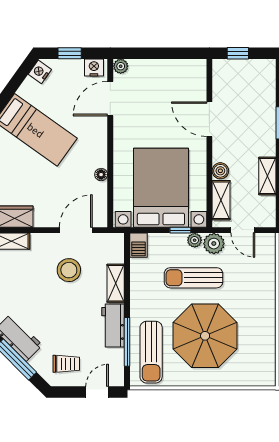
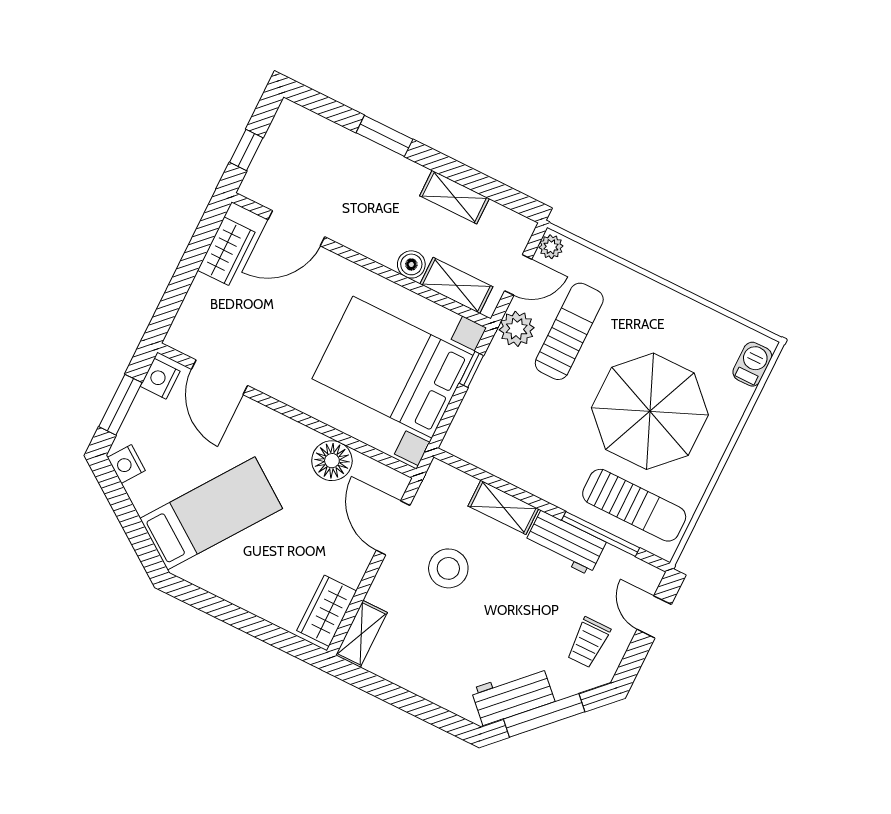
window: (70, 53) -> (120, 405), width x1.50
plant: (121, 66) -> (178, 337), removed
wardrobe: (179, 69) -> (226, 251), added
door: (209, 119) -> (296, 228), moved
floor lamp: (101, 175) -> (332, 461), width x1.89, depth x1.89
plant: (195, 240) -> (551, 247), moved
barbecue: (139, 245) -> (752, 364), moved, turned -90
sun lounger: (193, 278) -> (569, 331), moved, turned 180
trolley: (66, 364) -> (588, 642), turned 180

